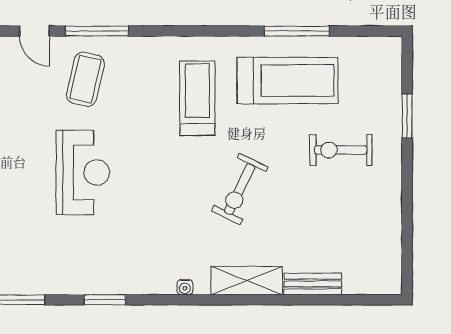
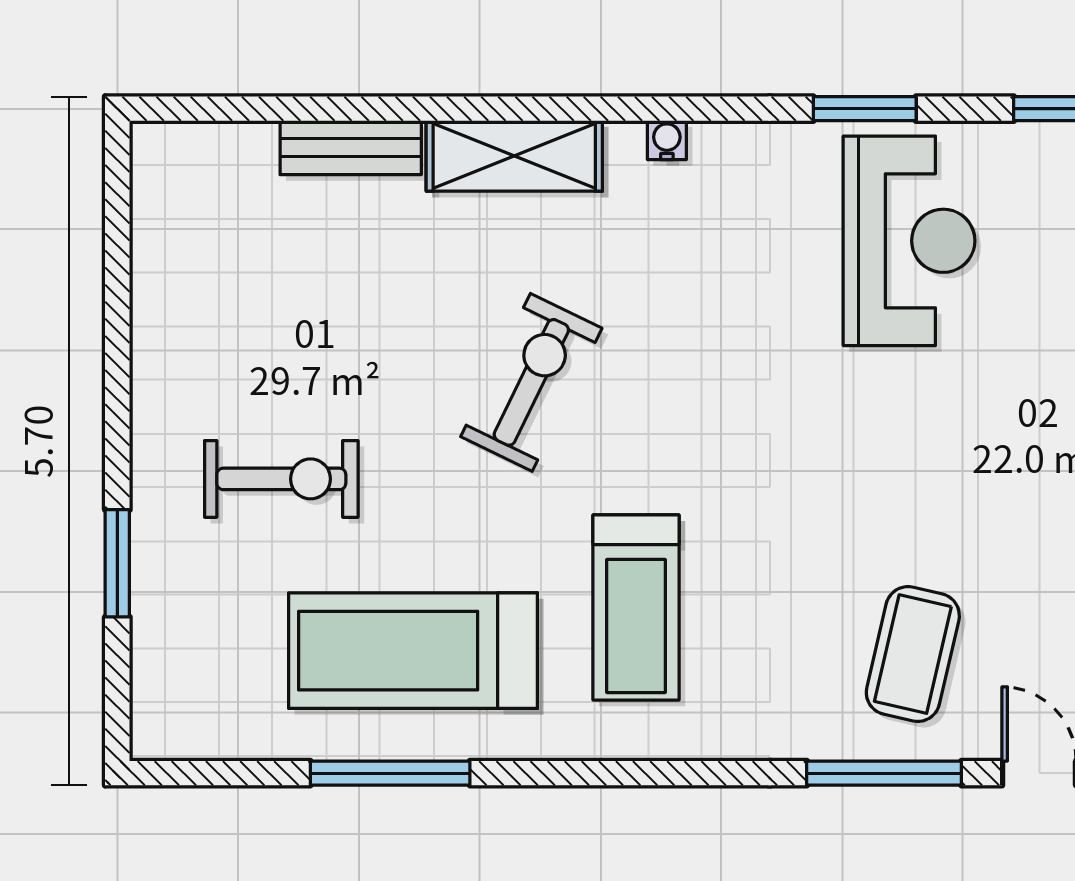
reception desk: (83, 172) -> (909, 241), moved, turned 180

